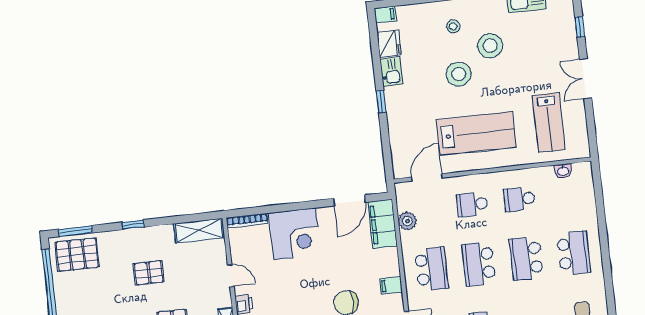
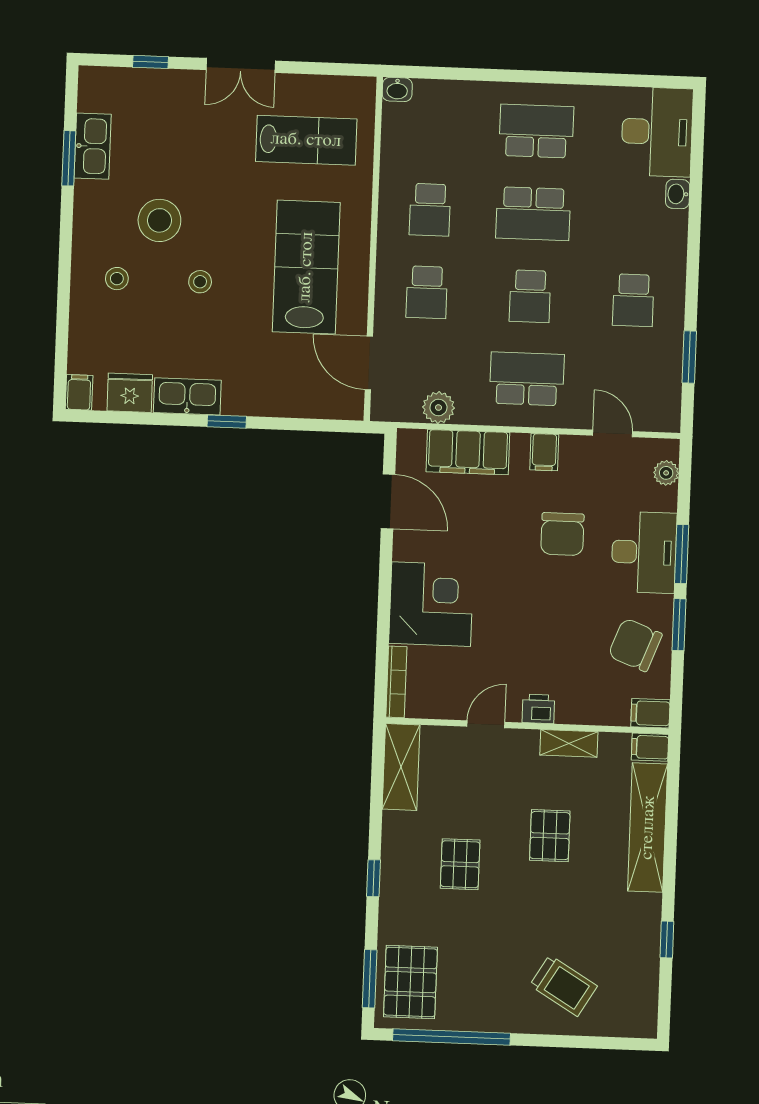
kitchen sink: (391, 72) -> (187, 396), width x1.38
stool: (459, 74) -> (200, 282), width x0.53, depth x0.53
washbasin: (563, 171) -> (397, 89), moved, turned 90
filing cabinet: (382, 224) -> (468, 452), moved
school desk: (479, 264) -> (530, 296), width x0.54

